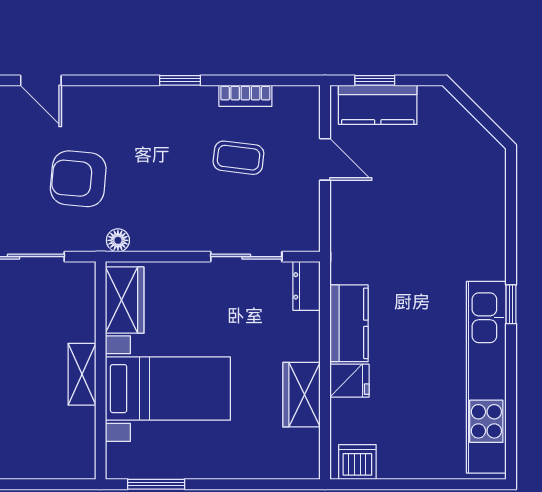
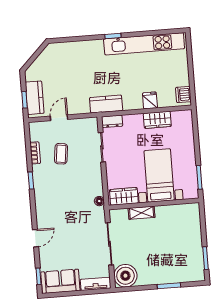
armchair: (78, 179) -> (75, 220), removed
kitchen counter: (349, 323) -> (106, 104), moved
shelving: (82, 374) -> (142, 213), moved

